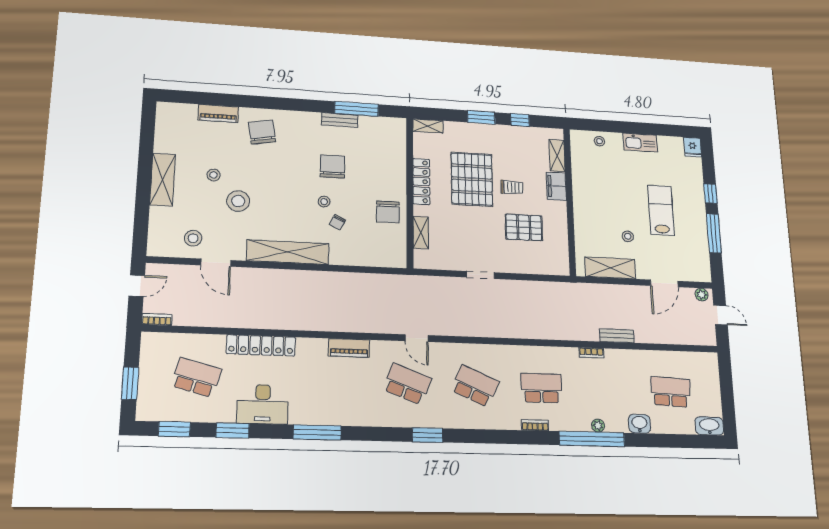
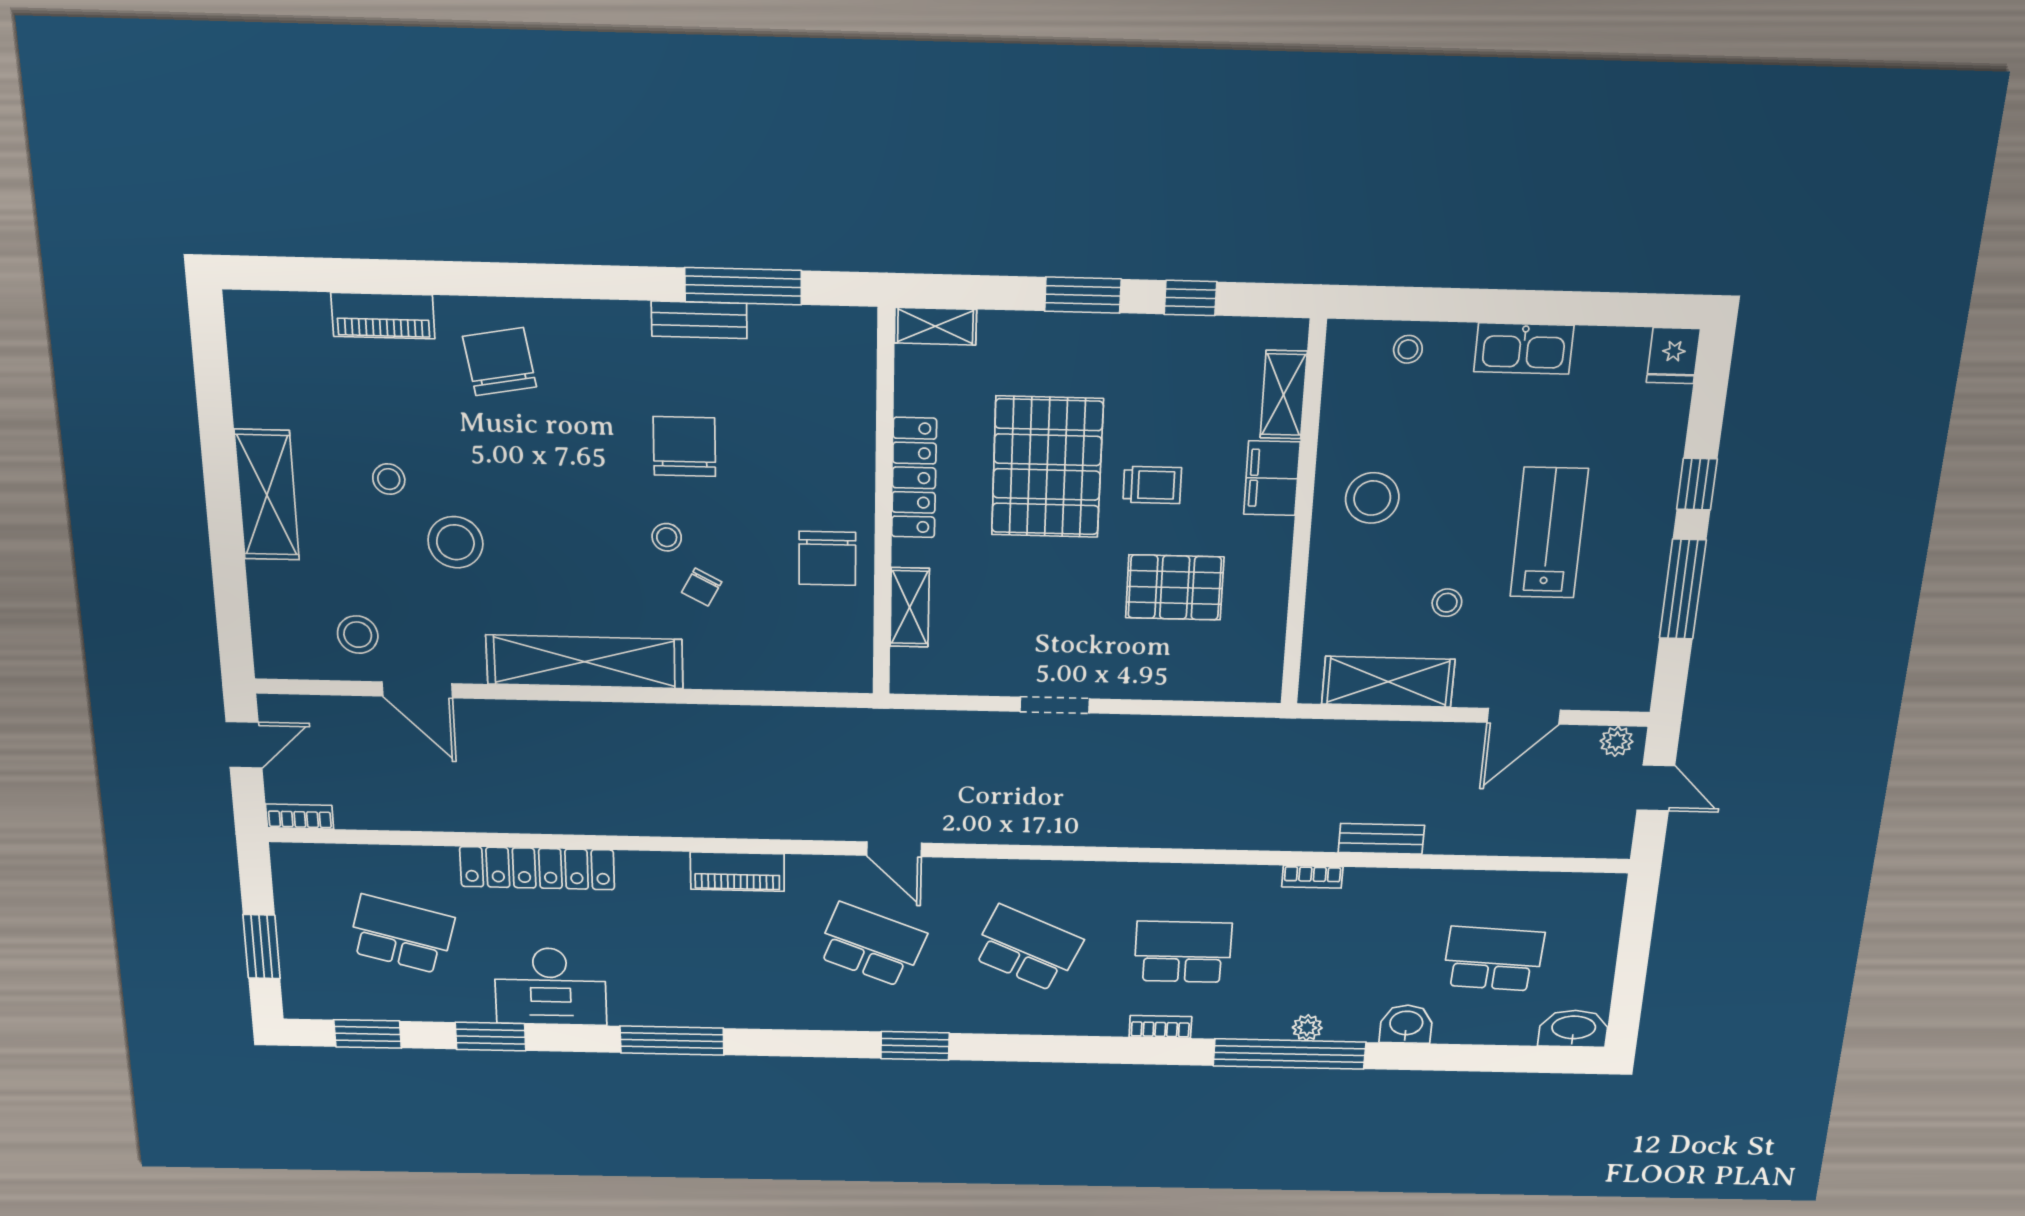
stool: (594, 195) -> (1372, 498), added

